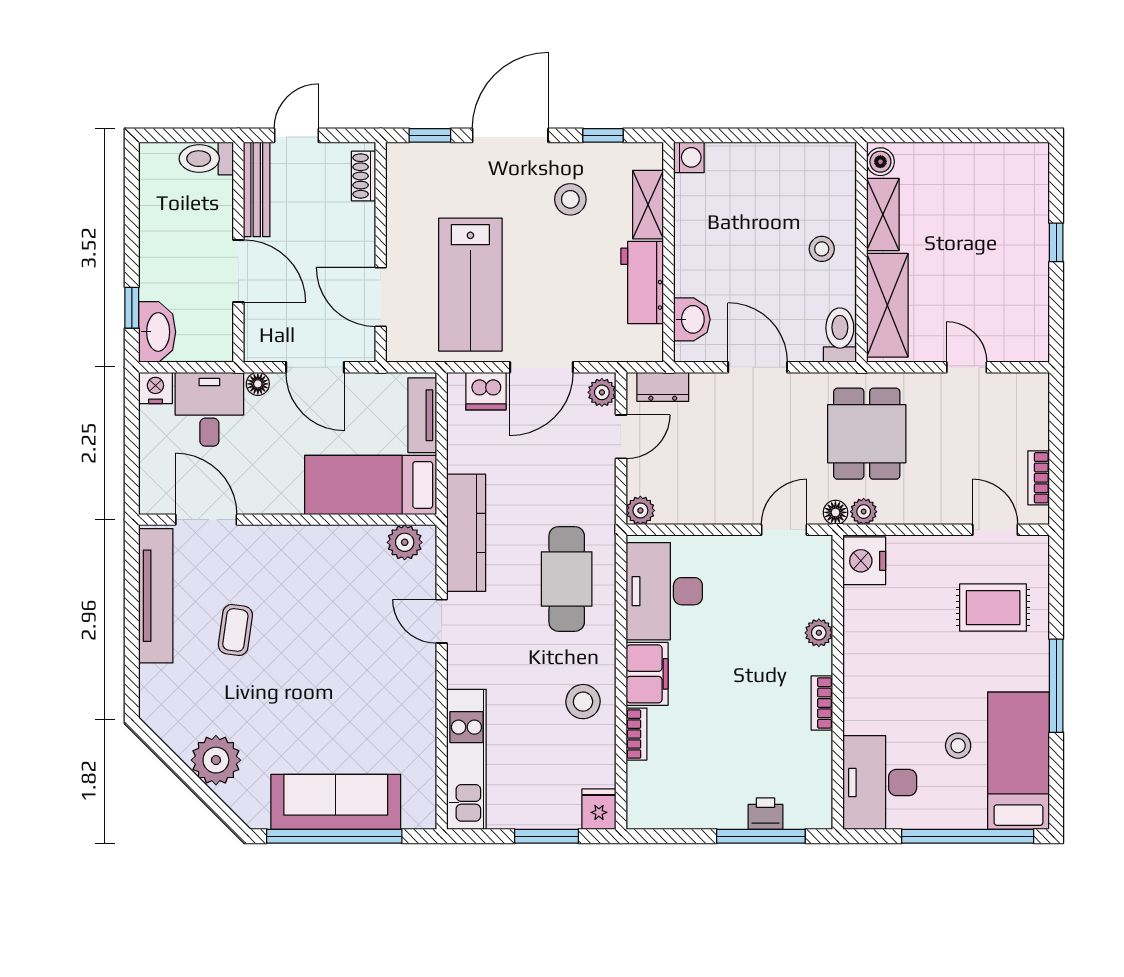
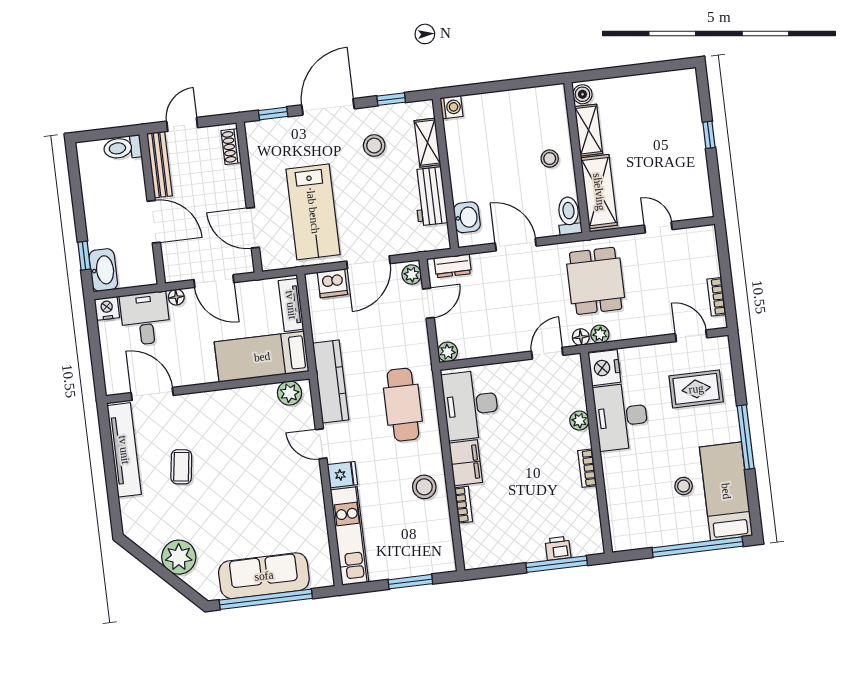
desk: (880, 783) -> (621, 417), moved
fridge: (599, 809) -> (342, 475), moved, turned 90

